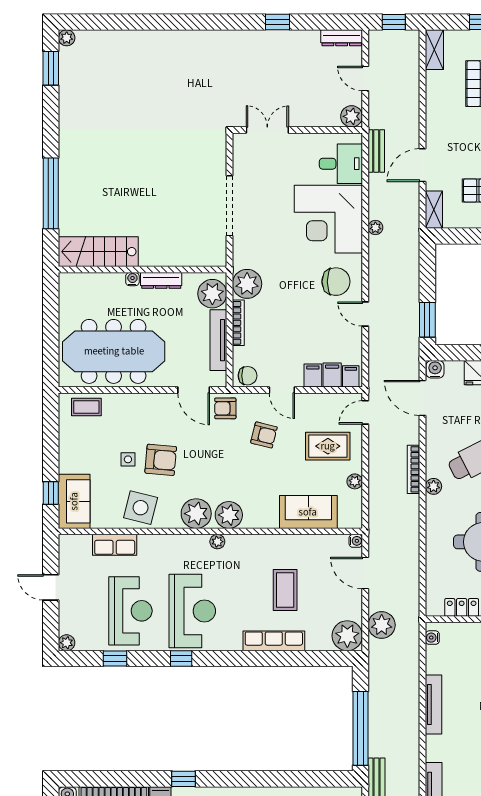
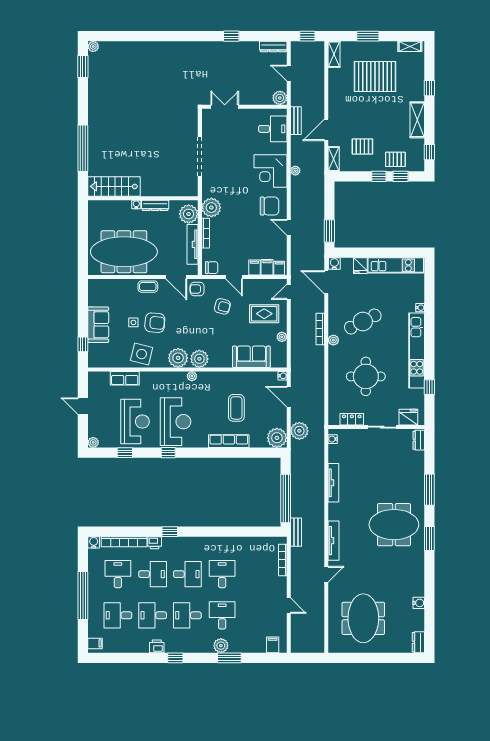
corner desk: (328, 219) -> (270, 171), width x0.74, depth x0.74
coffee table: (86, 407) -> (148, 287), moved
sofa: (74, 501) -> (98, 325), moved

